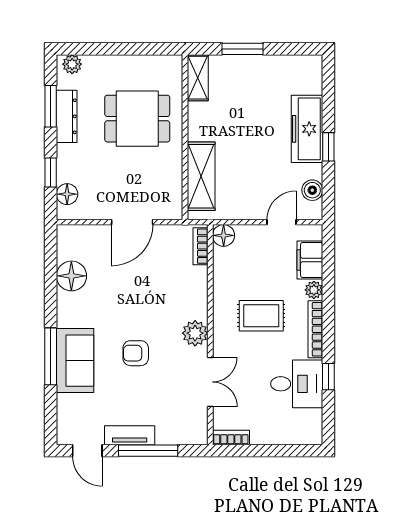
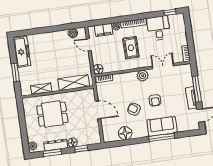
shelving: (198, 78) -> (41, 89), moved
dining table: (137, 119) -> (52, 114), turned 90
freezer: (307, 129) -> (22, 52), moved, turned -90
window: (328, 147) -> (53, 29), removed
floor lamp: (67, 194) -> (73, 143), moved
armchair: (123, 303) -> (134, 109), added
window: (328, 377) -> (170, 12), moved

